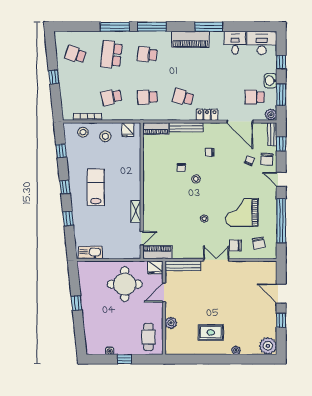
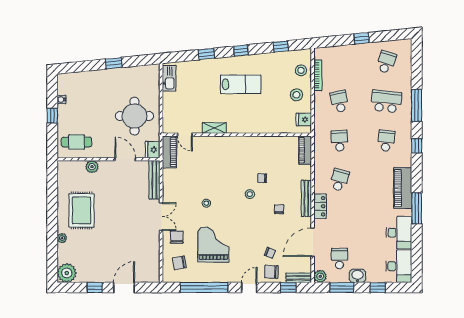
window: (152, 27) -> (417, 146), width x0.46
desk: (235, 43) -> (399, 233), width x1.37
bench: (186, 127) -> (306, 198), moved
rug: (211, 332) -> (82, 210), width x1.36, depth x1.43

